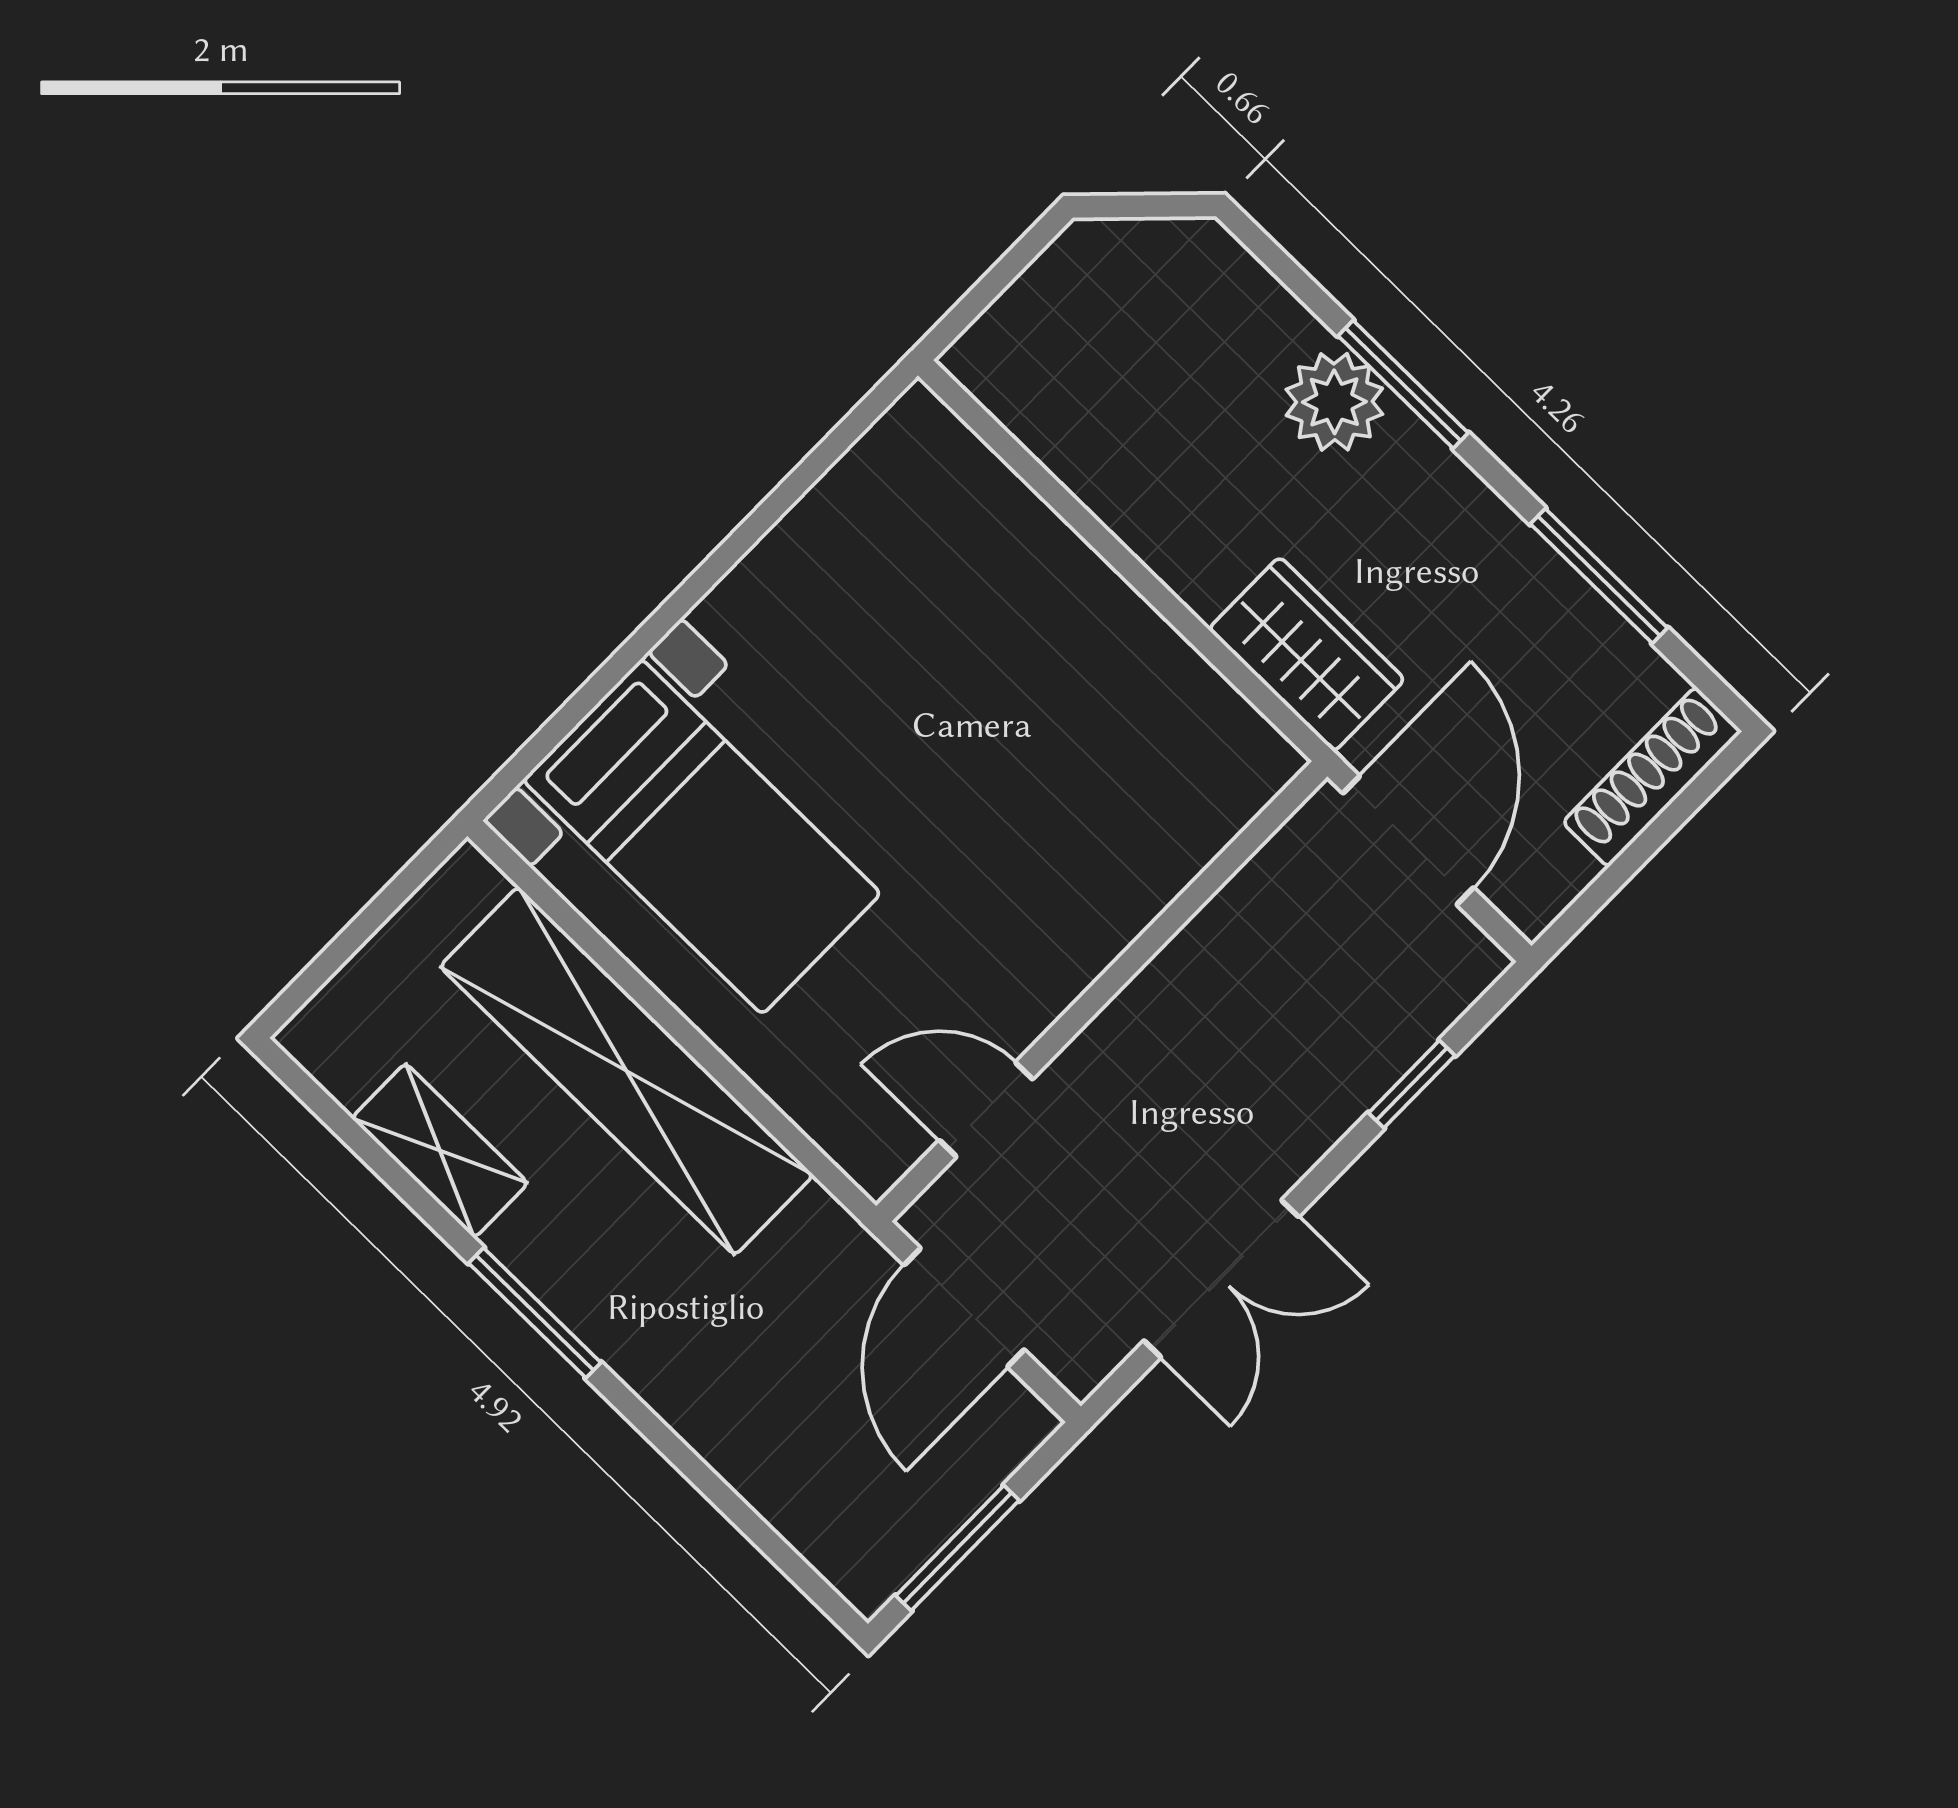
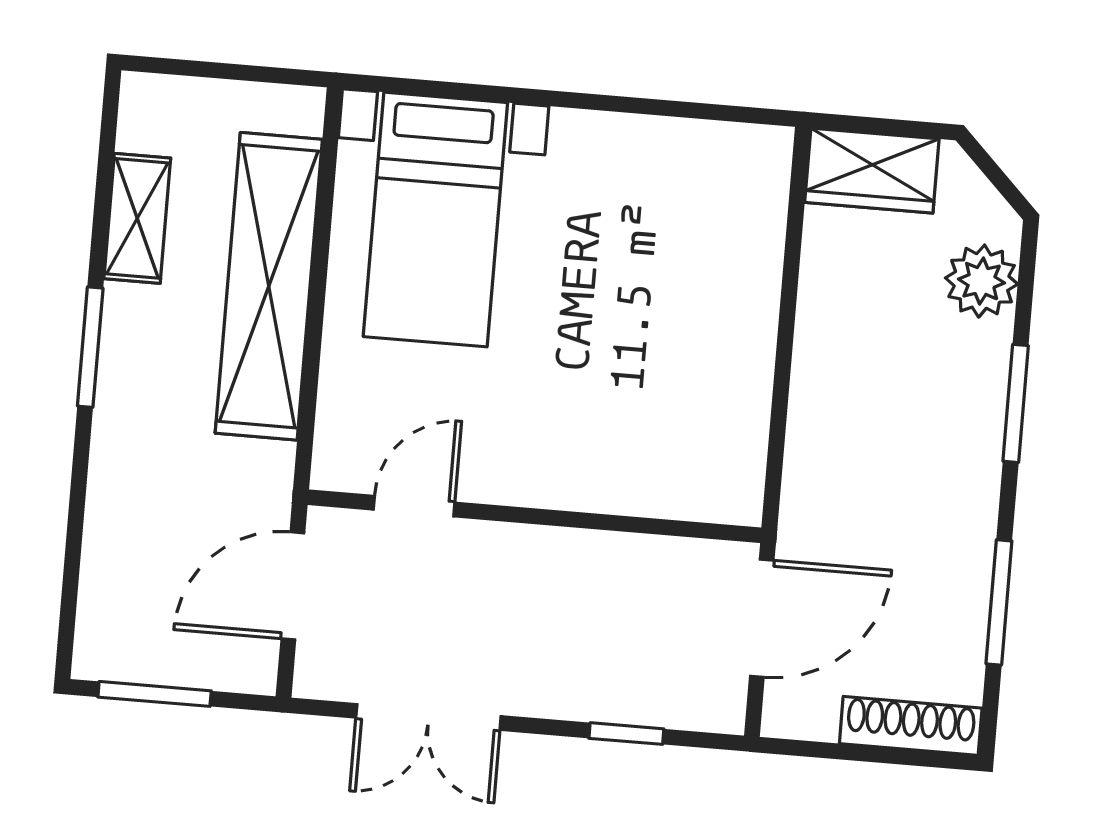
plant: (1334, 402) -> (982, 281), moved
wardrobe: (1307, 654) -> (872, 171), moved, turned 90
door: (986, 1110) -> (414, 506), hinge flipped

